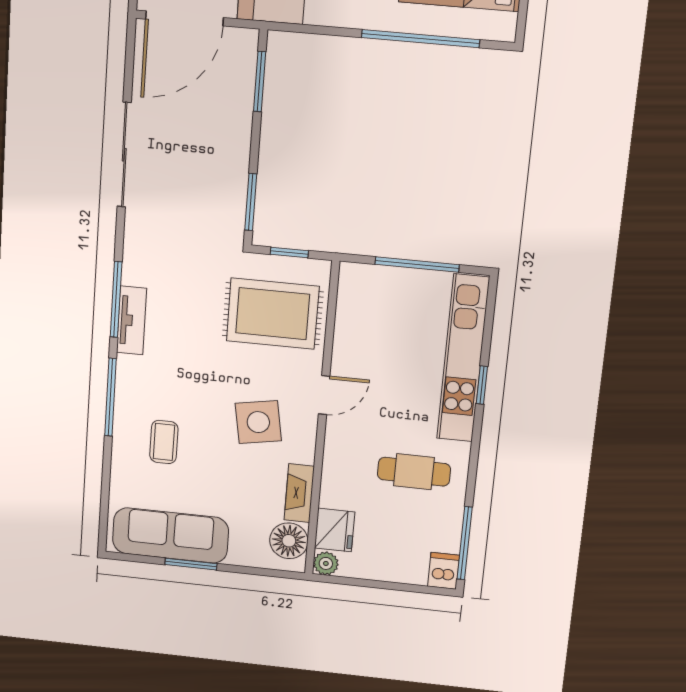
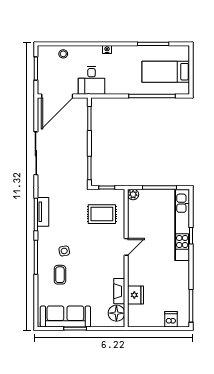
rug: (273, 314) -> (102, 214), width x0.73, depth x0.70
tv unit: (132, 320) -> (43, 212), moved
side table: (258, 422) -> (64, 251), moved, width x0.54, depth x0.54
cafe table: (414, 472) -> (167, 276), removed
fridge: (335, 530) -> (136, 295), moved
plant: (326, 563) -> (133, 194), moved
dishwasher: (444, 571) -> (171, 319), moved

